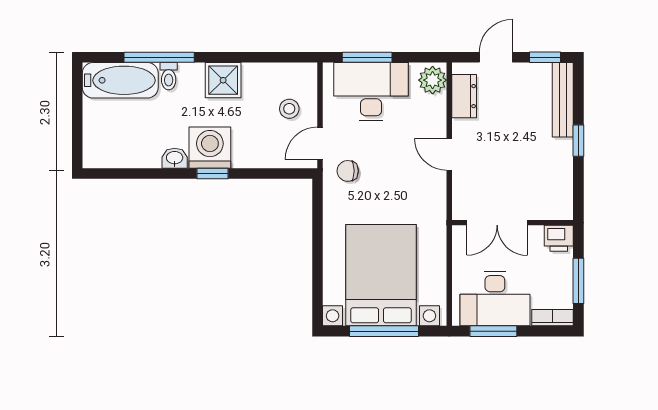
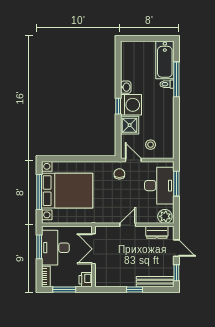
shower: (223, 80) -> (130, 125), moved

